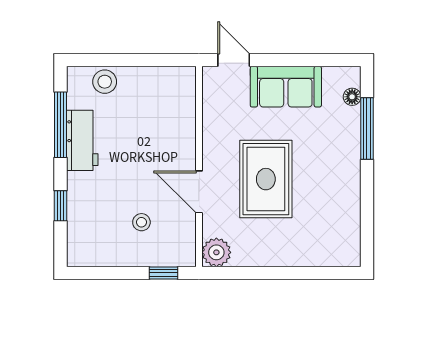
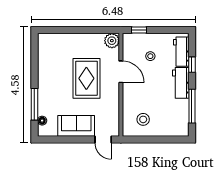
stool: (105, 82) -> (143, 119), moved
workbench: (82, 140) -> (181, 83), moved
workbench: (81, 231) -> (181, 52), added

